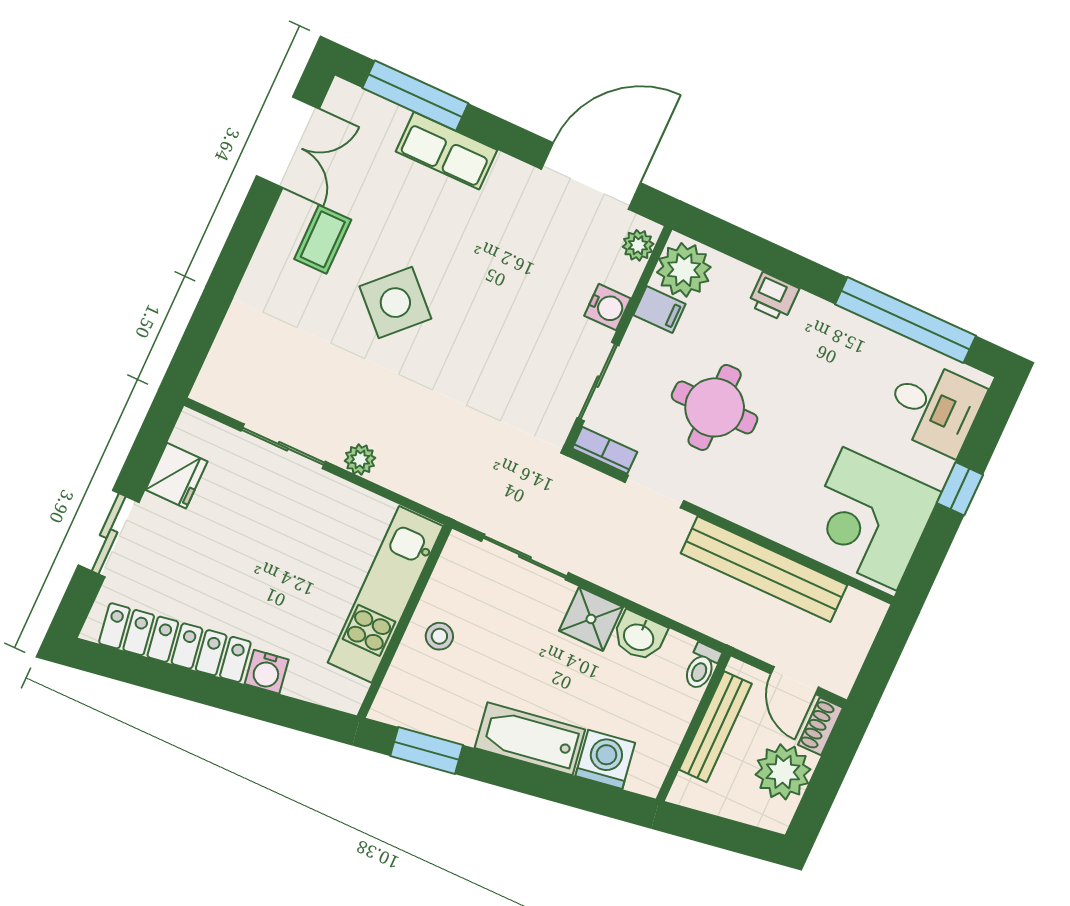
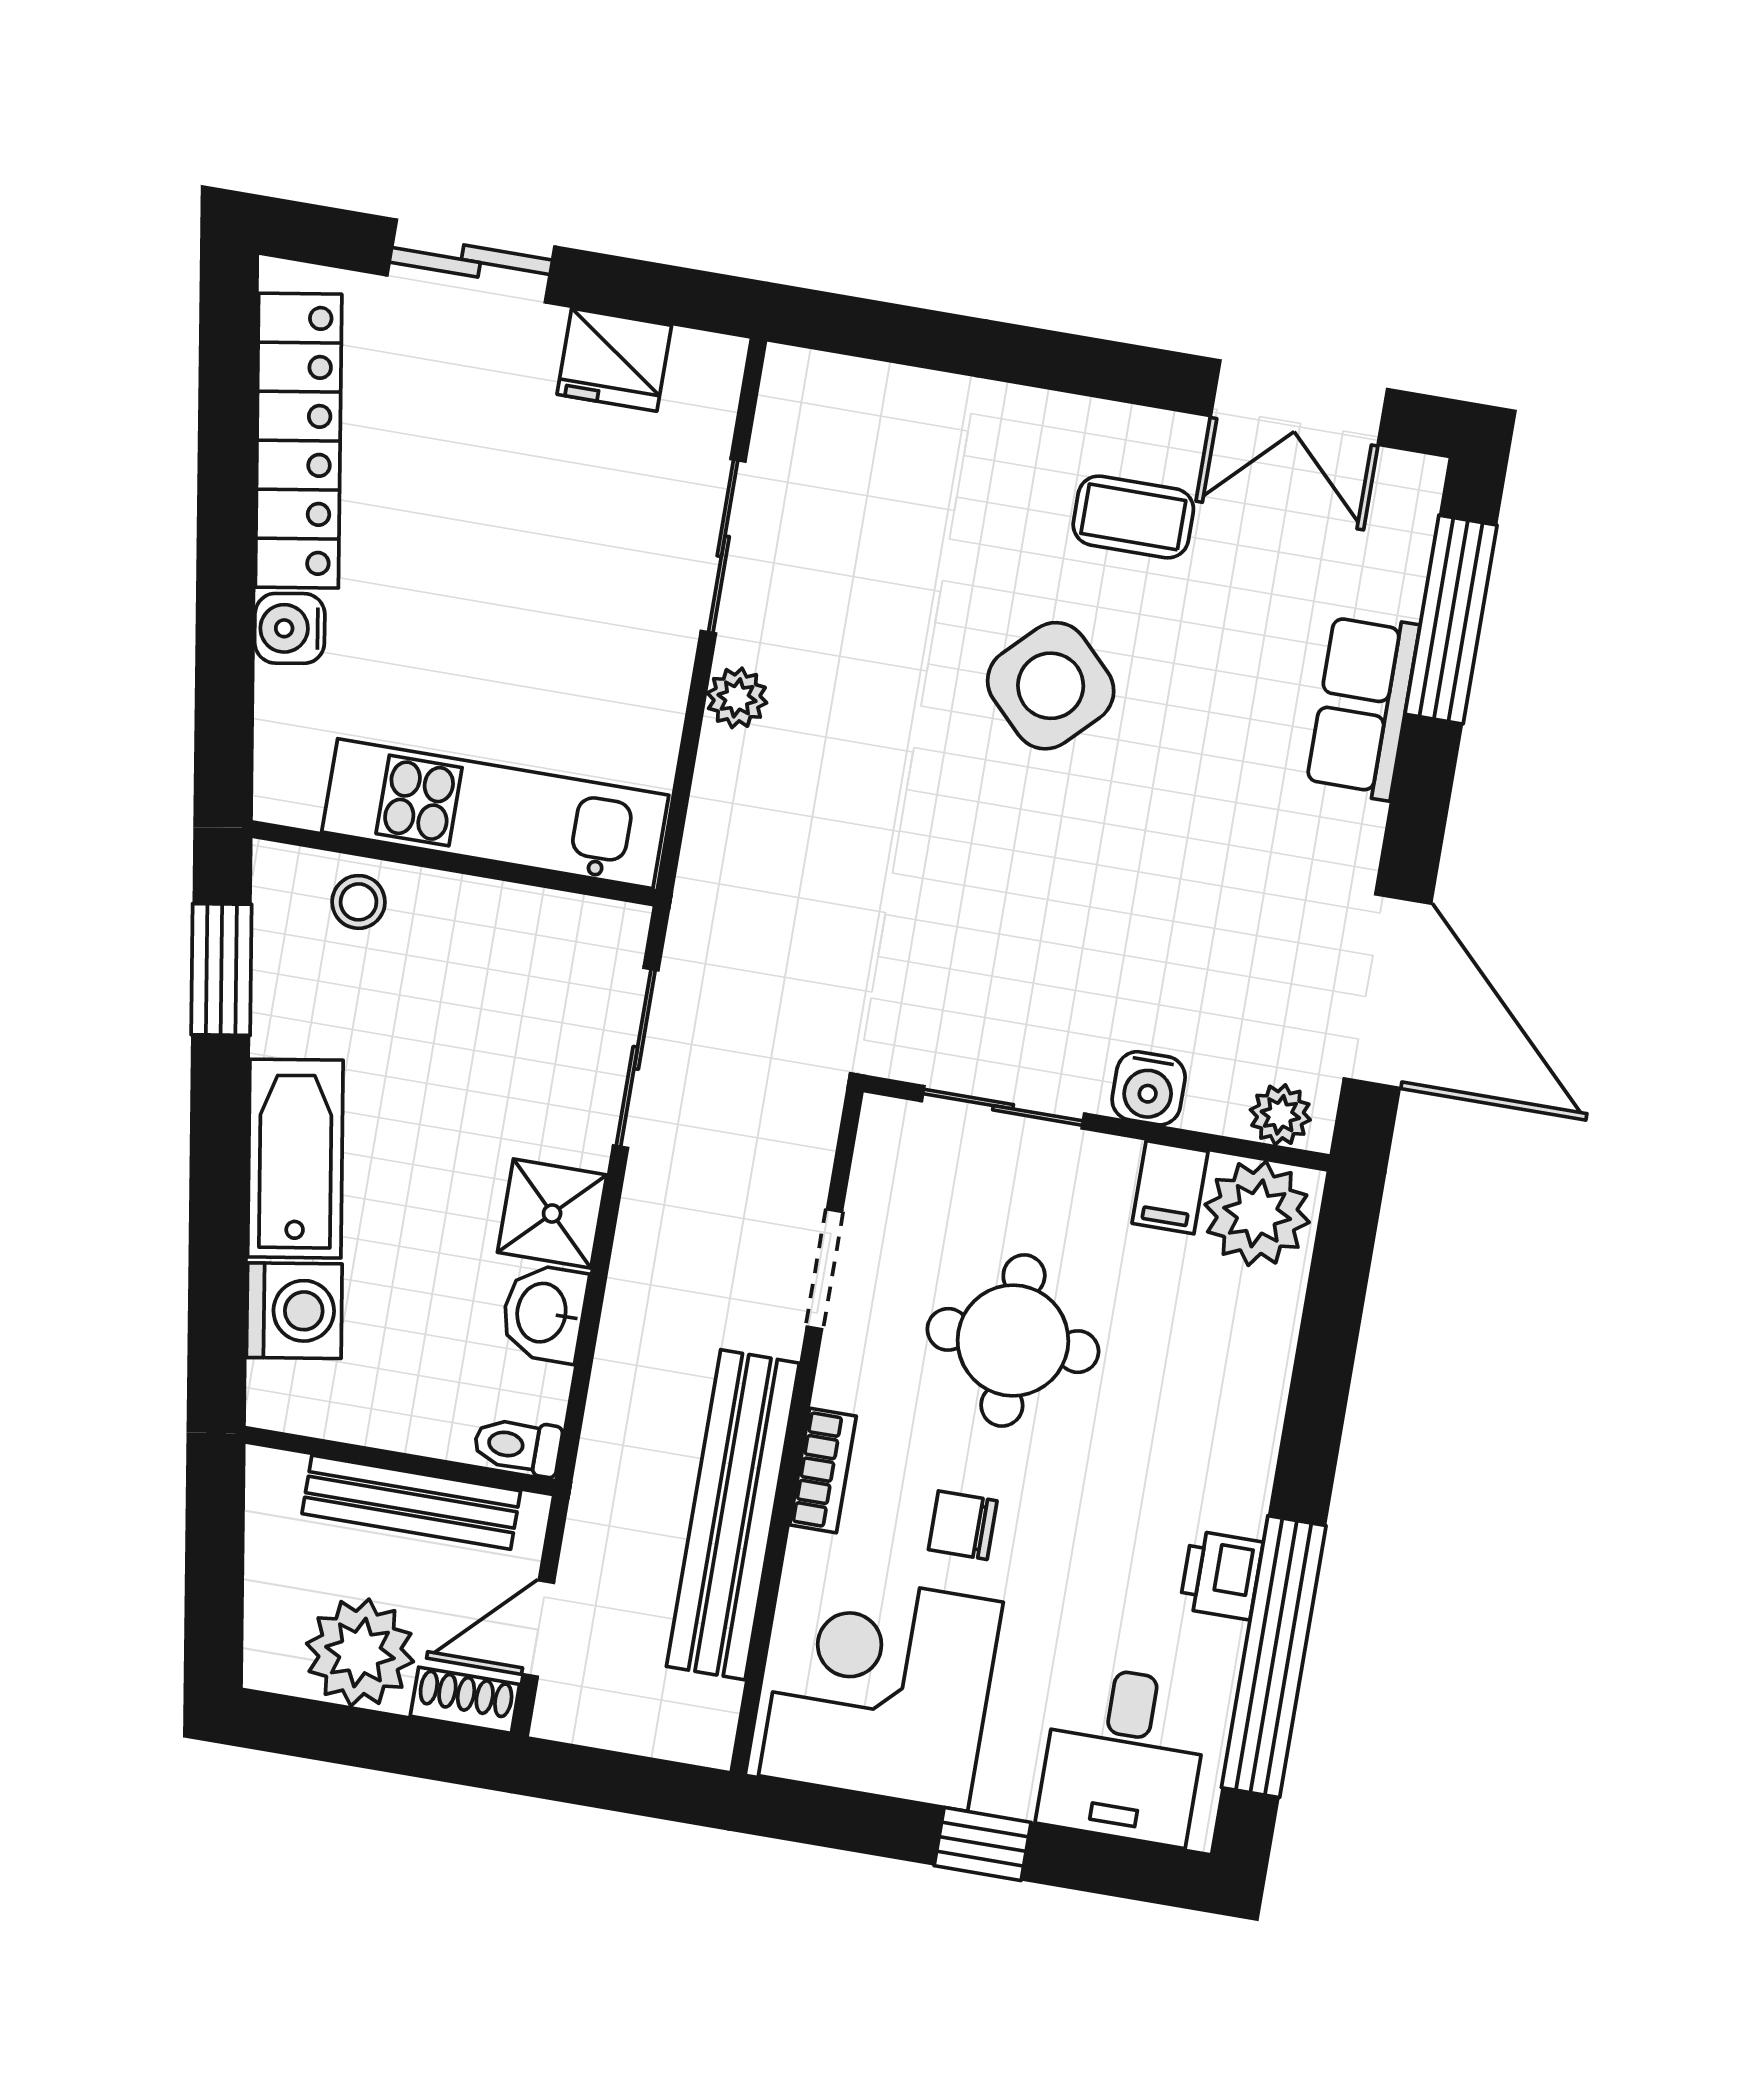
printer: (774, 297) -> (1221, 1575), moved
bookcase: (605, 450) -> (823, 1470), moved
chair: (799, 457) -> (963, 1525), added
stool: (439, 636) -> (359, 902), moved

